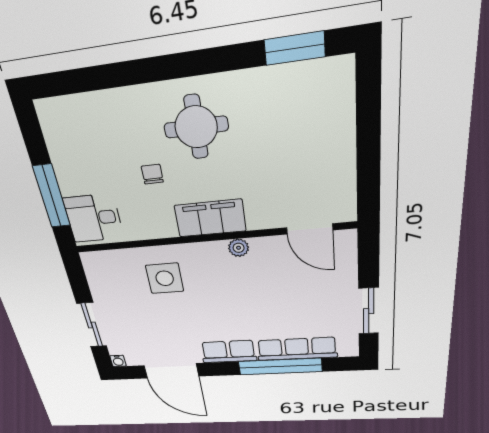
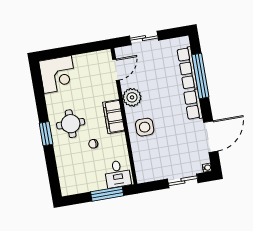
window: (295, 48) -> (46, 134), moved
corner desk: (315, 101) -> (58, 75), added
plant: (239, 248) -> (132, 97), width x1.87, depth x1.87
side table: (165, 278) -> (145, 127), moved
sliding door: (369, 311) -> (144, 38), moved

